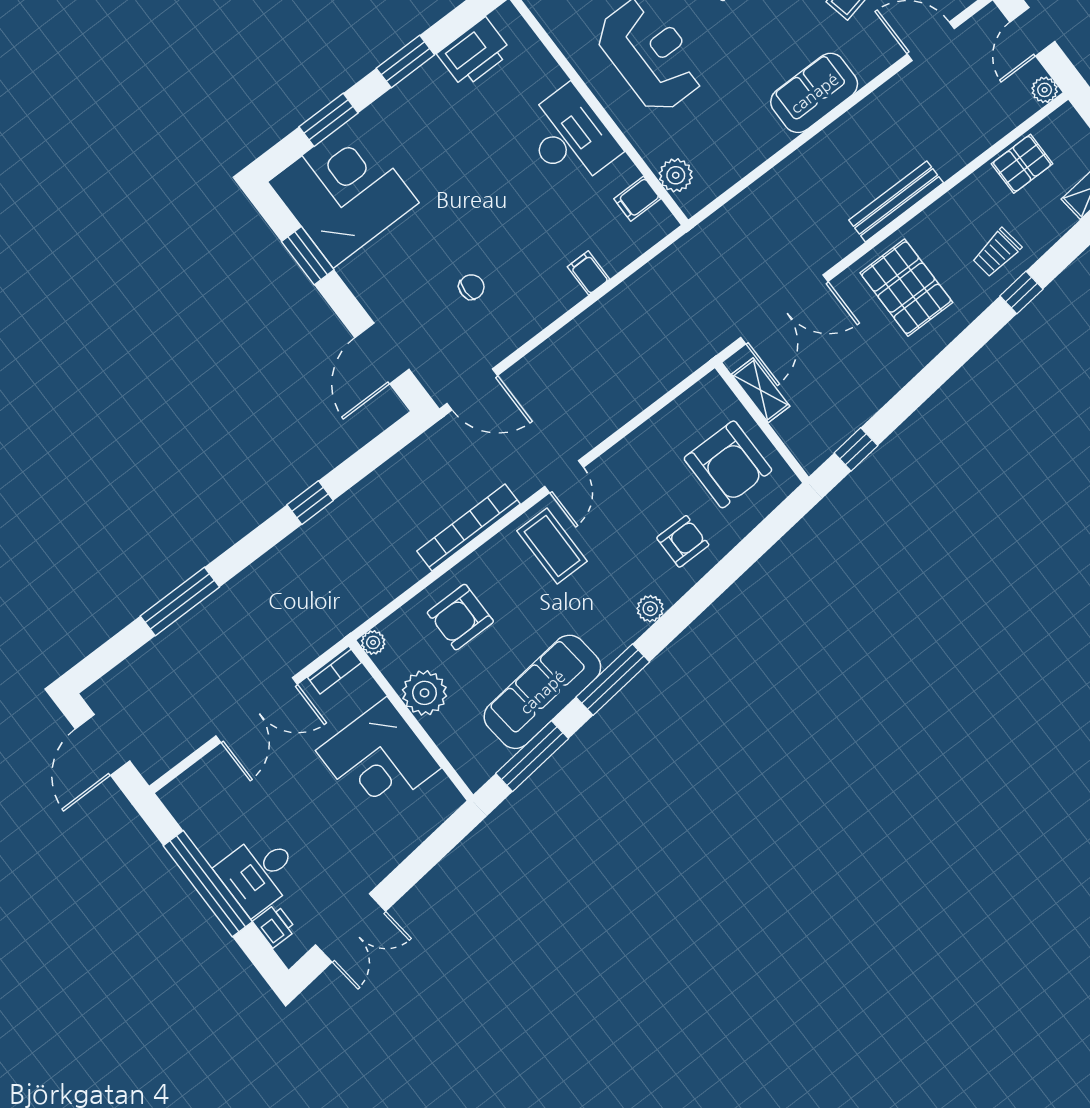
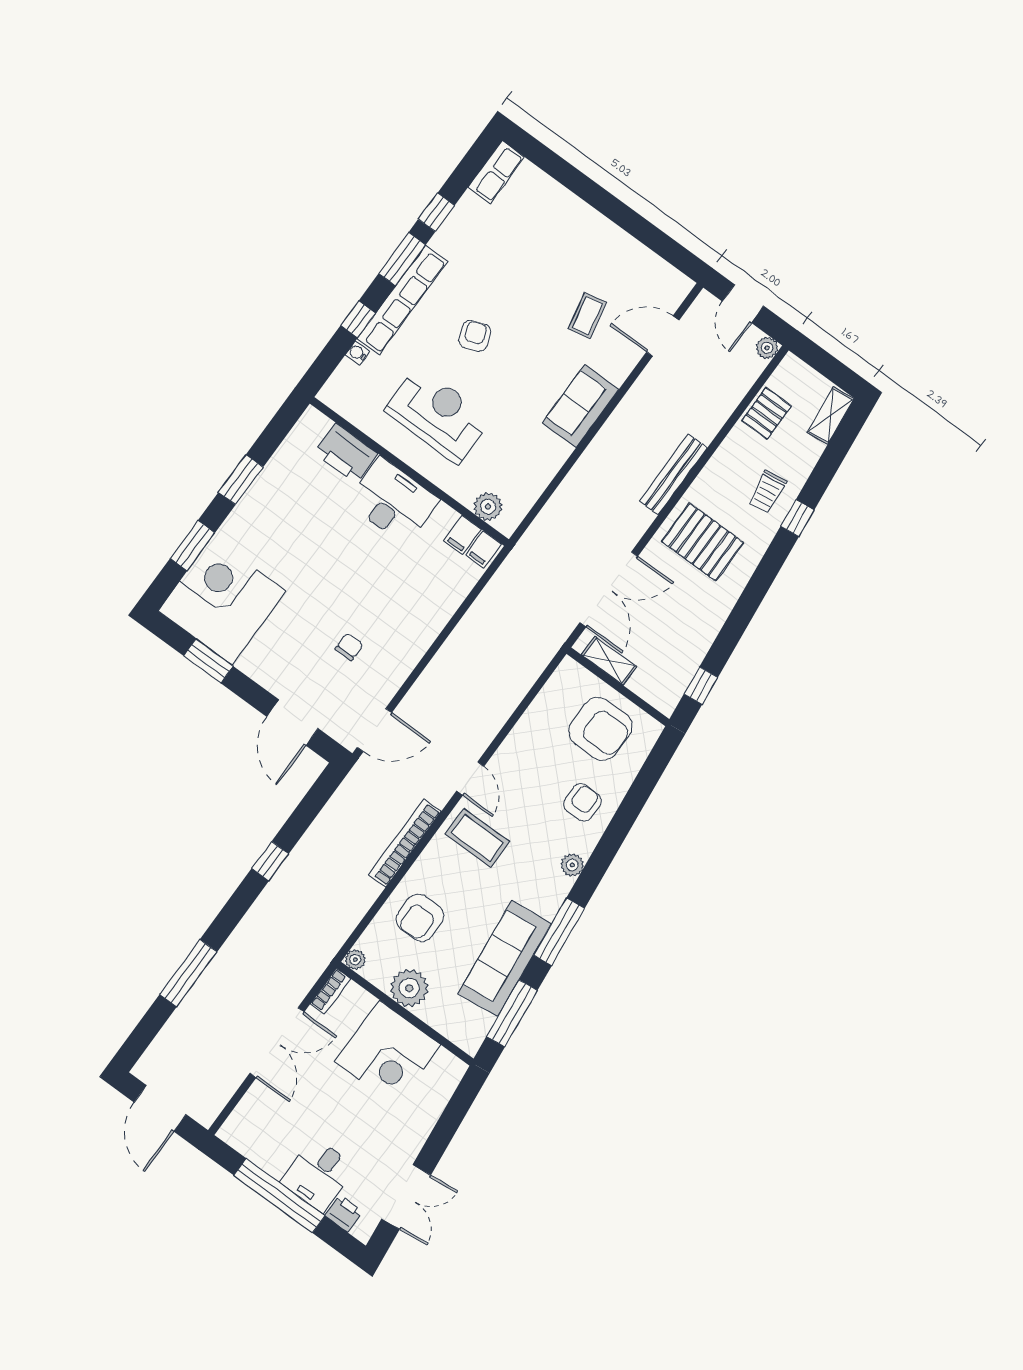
printer: (474, 53) -> (346, 453), moved, turned 90
filing cabinet: (588, 273) -> (483, 549), moved, turned -90

